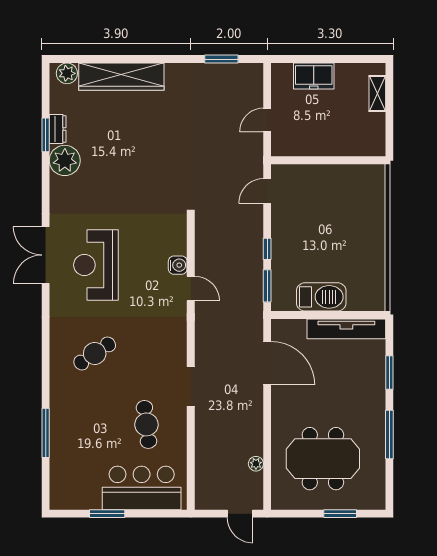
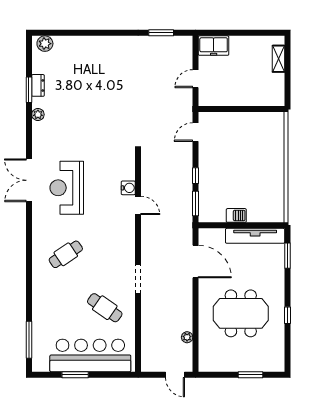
freezer: (314, 76) -> (214, 46), moved
wardrobe: (121, 77) -> (86, 46), removed
plant: (65, 160) -> (38, 114), width x0.53, depth x0.53
barbecue: (321, 297) -> (236, 215), width x0.53, depth x0.65
window: (389, 372) -> (287, 256), moved
cafe table: (146, 424) -> (105, 308), turned -48
window: (46, 433) -> (29, 340), moved
window: (389, 434) -> (287, 315), width x0.46
meeting table: (323, 459) -> (241, 313), moved
bar counter: (142, 488) -> (90, 355), width x1.36

